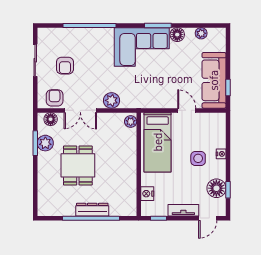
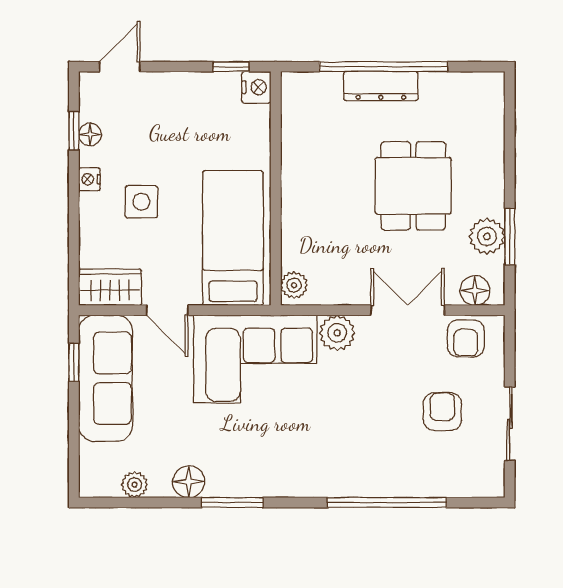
corner sofa: (142, 47) -> (255, 359), moved, turned 180
wardrobe: (212, 121) -> (110, 287), added
nightstand: (221, 154) -> (89, 179), moved
floor lamp: (216, 188) -> (90, 134), width x0.53, depth x0.53
nightstand: (147, 194) -> (256, 87), moved
tv unit: (183, 210) -> (175, 85), removed

